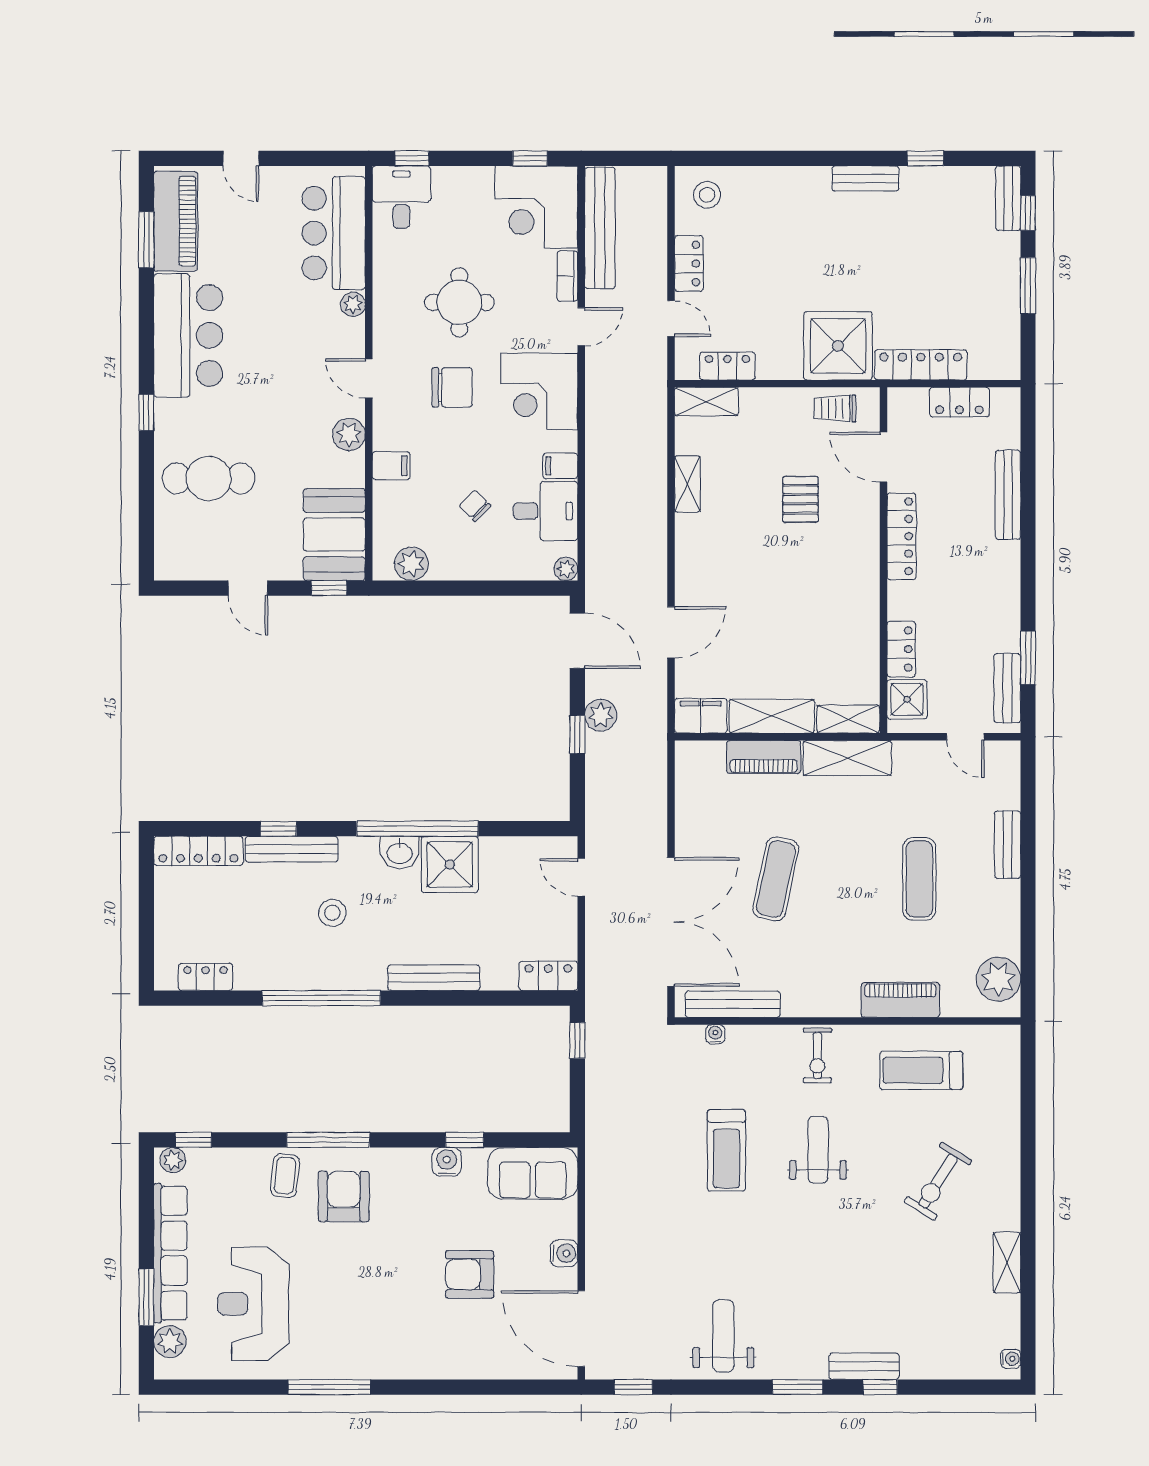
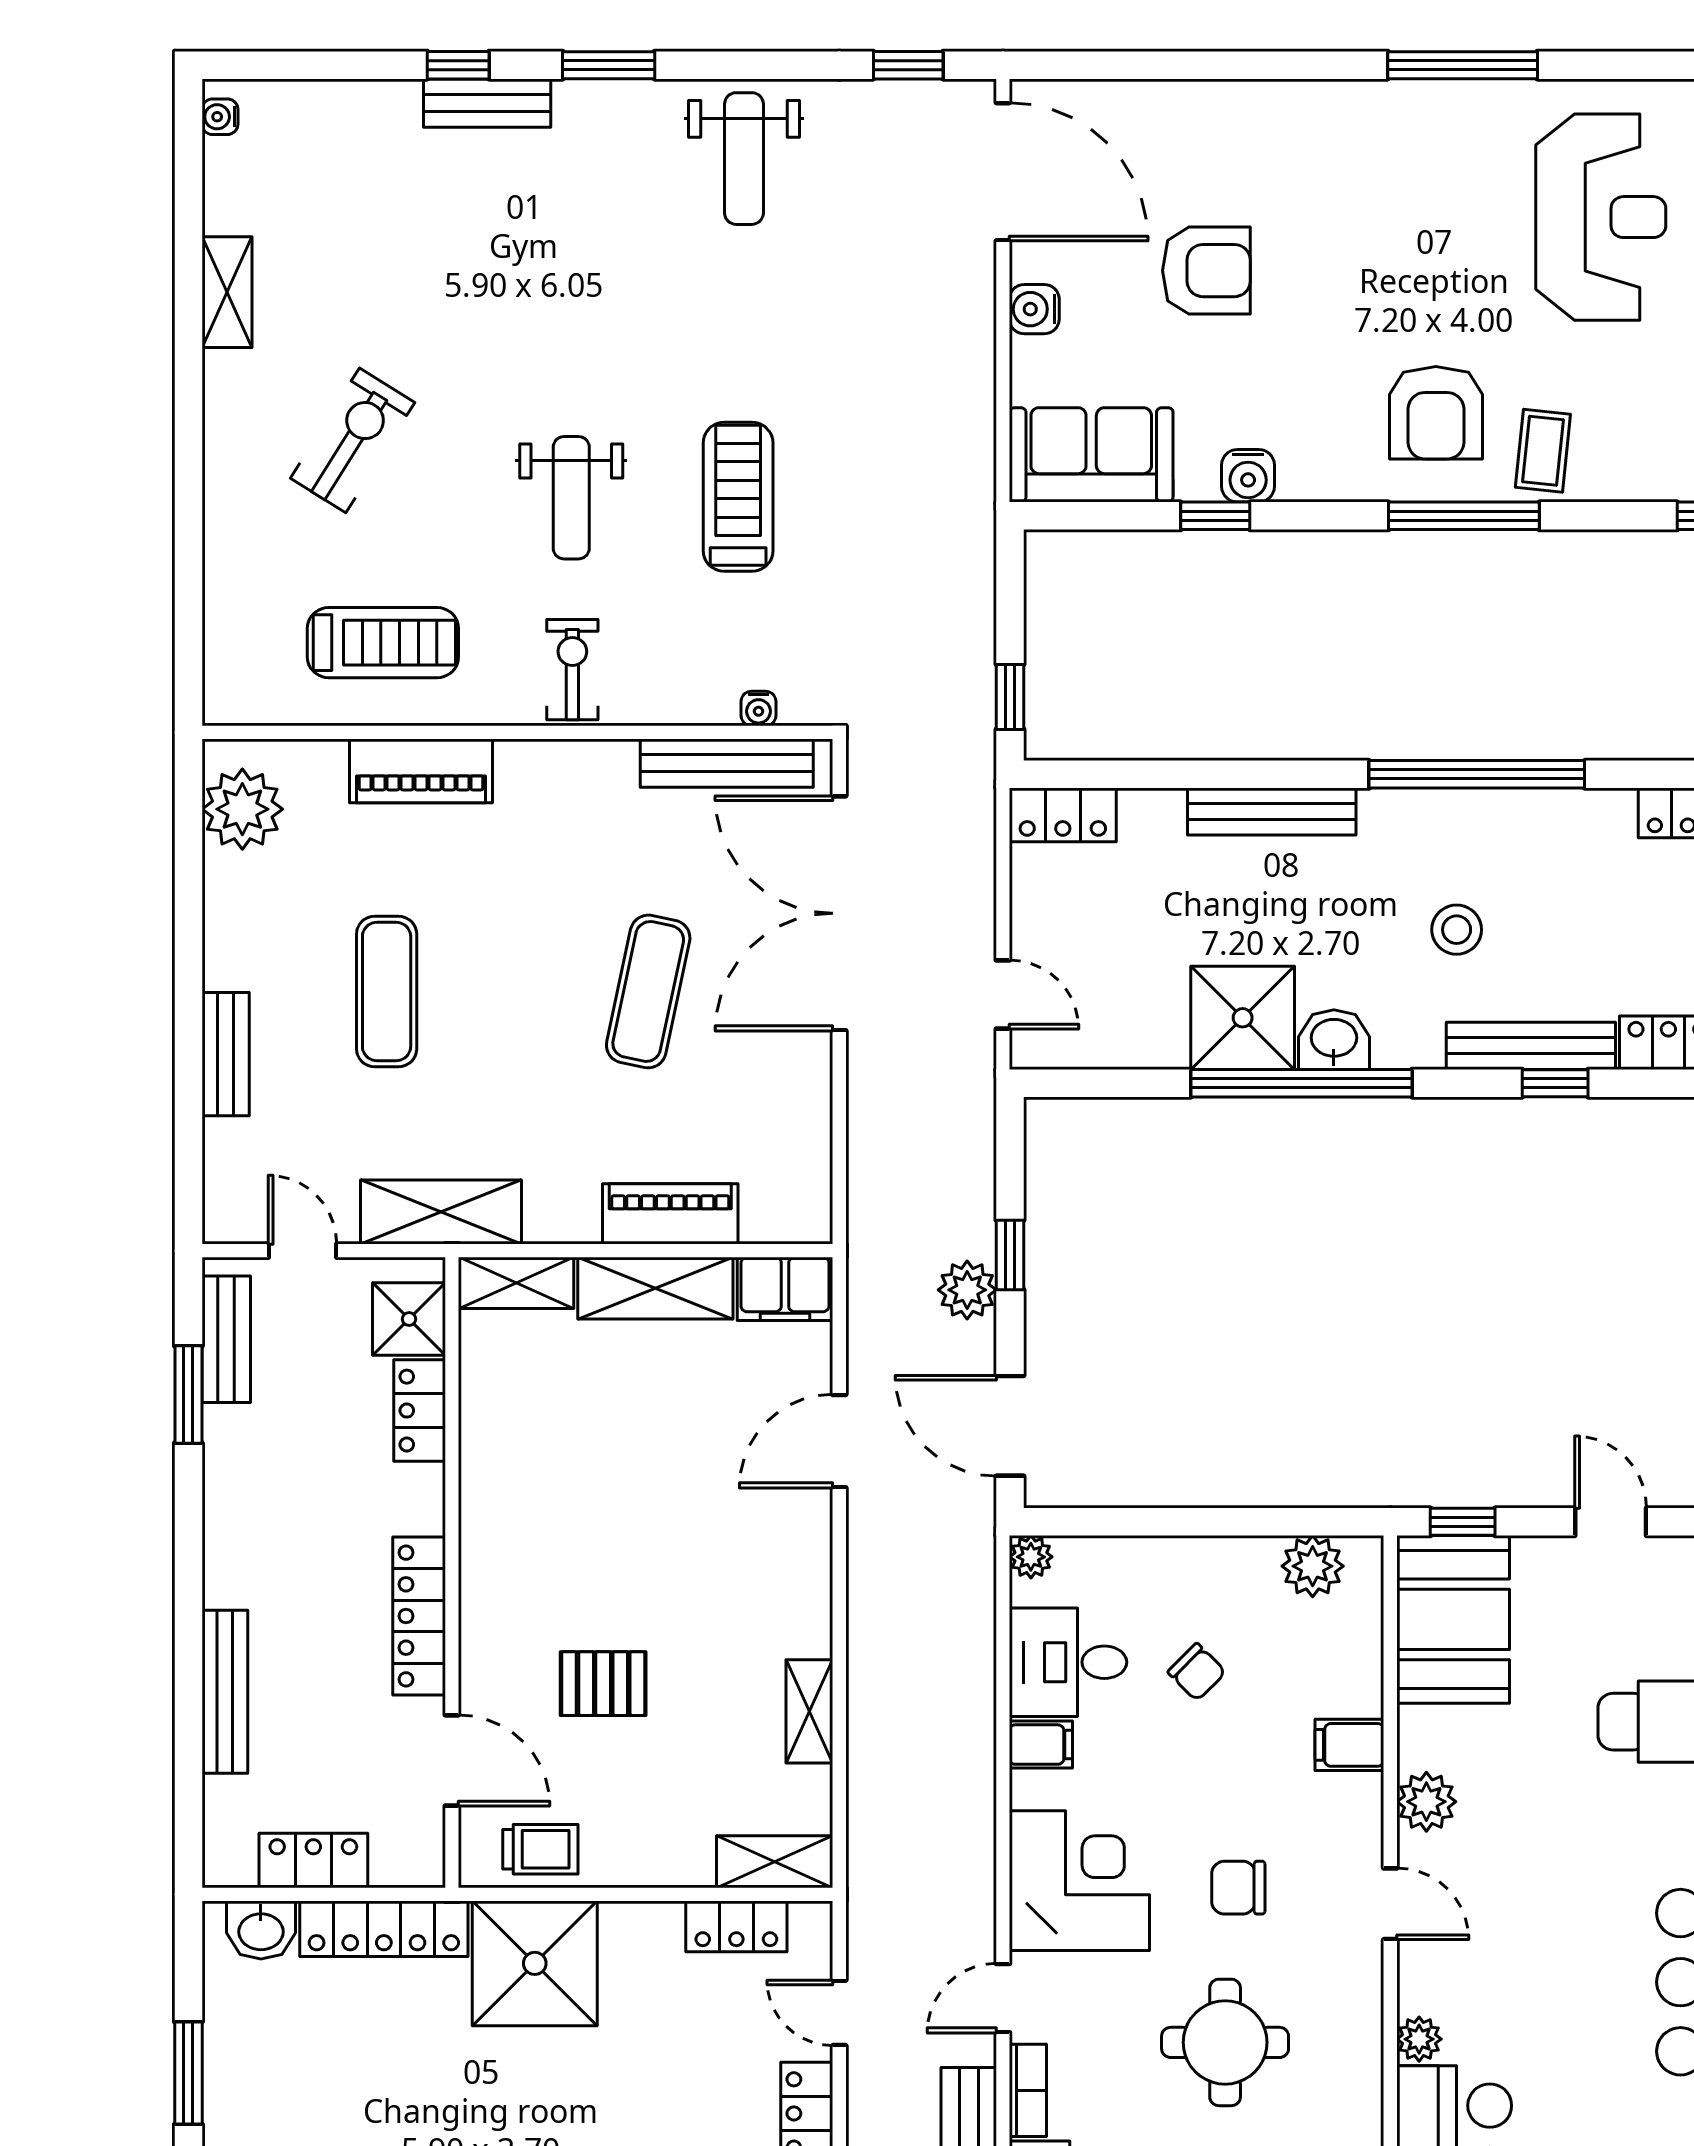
washbasin: (988, 364) -> (261, 1930), added
chair: (452, 387) -> (1238, 1888), width x0.73, depth x0.73
pallet: (800, 499) -> (603, 1684), turned 90
shelving: (847, 758) -> (441, 1212), moved

